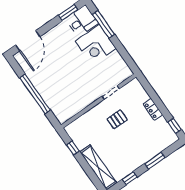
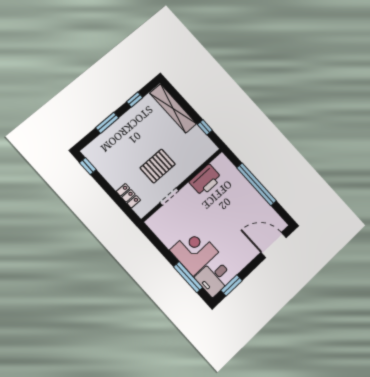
door: (28, 41) -> (274, 245), hinge flipped
printer: (78, 103) -> (206, 180), added
locker: (153, 109) -> (128, 196), moved
pallet: (117, 119) -> (158, 166), width x1.50, depth x1.42

